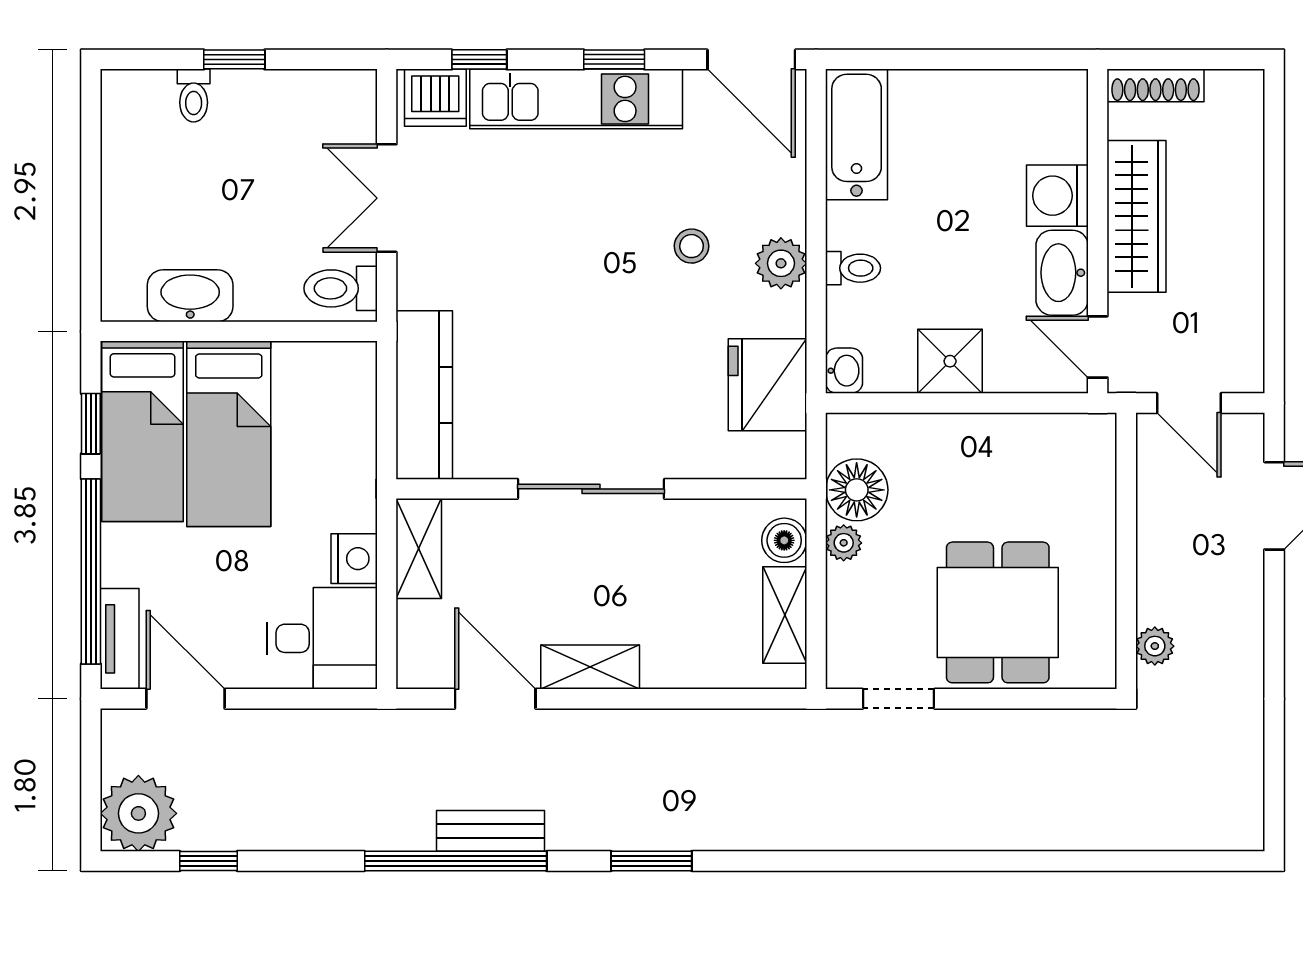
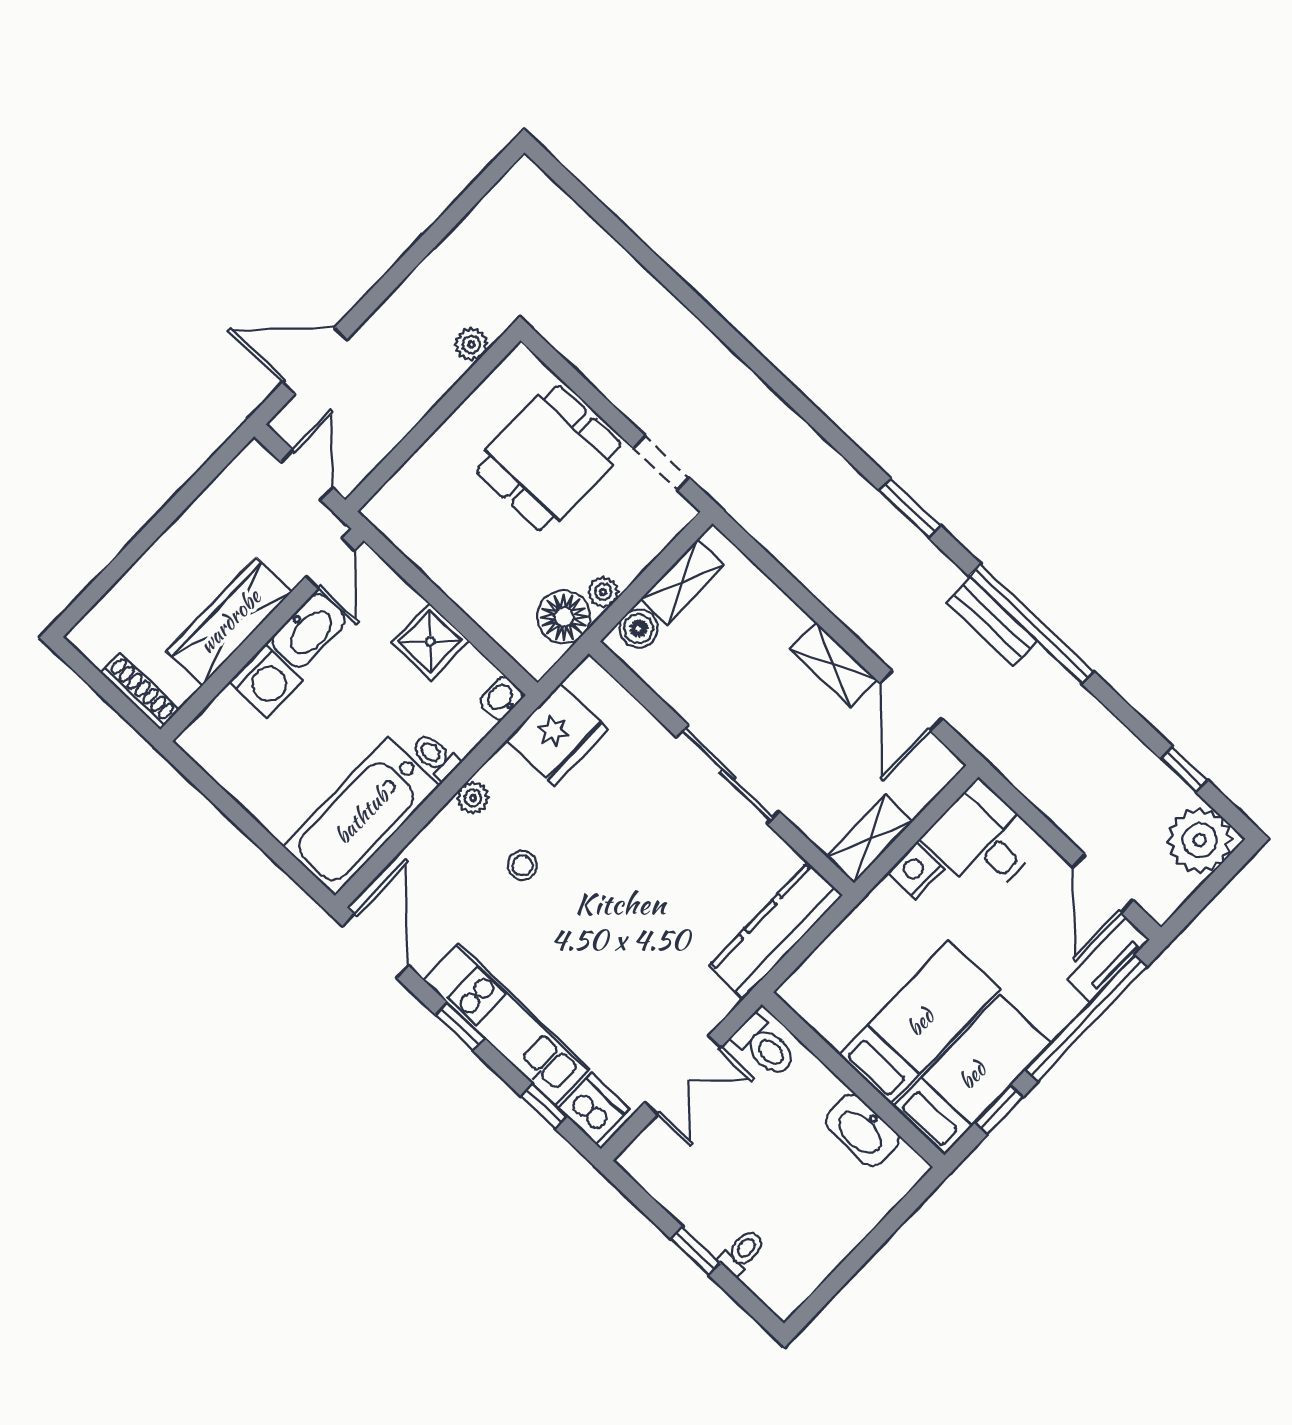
bathtub: (857, 134) -> (361, 816), width x1.36, depth x1.36
plant: (781, 263) -> (473, 798), width x0.73, depth x0.73

